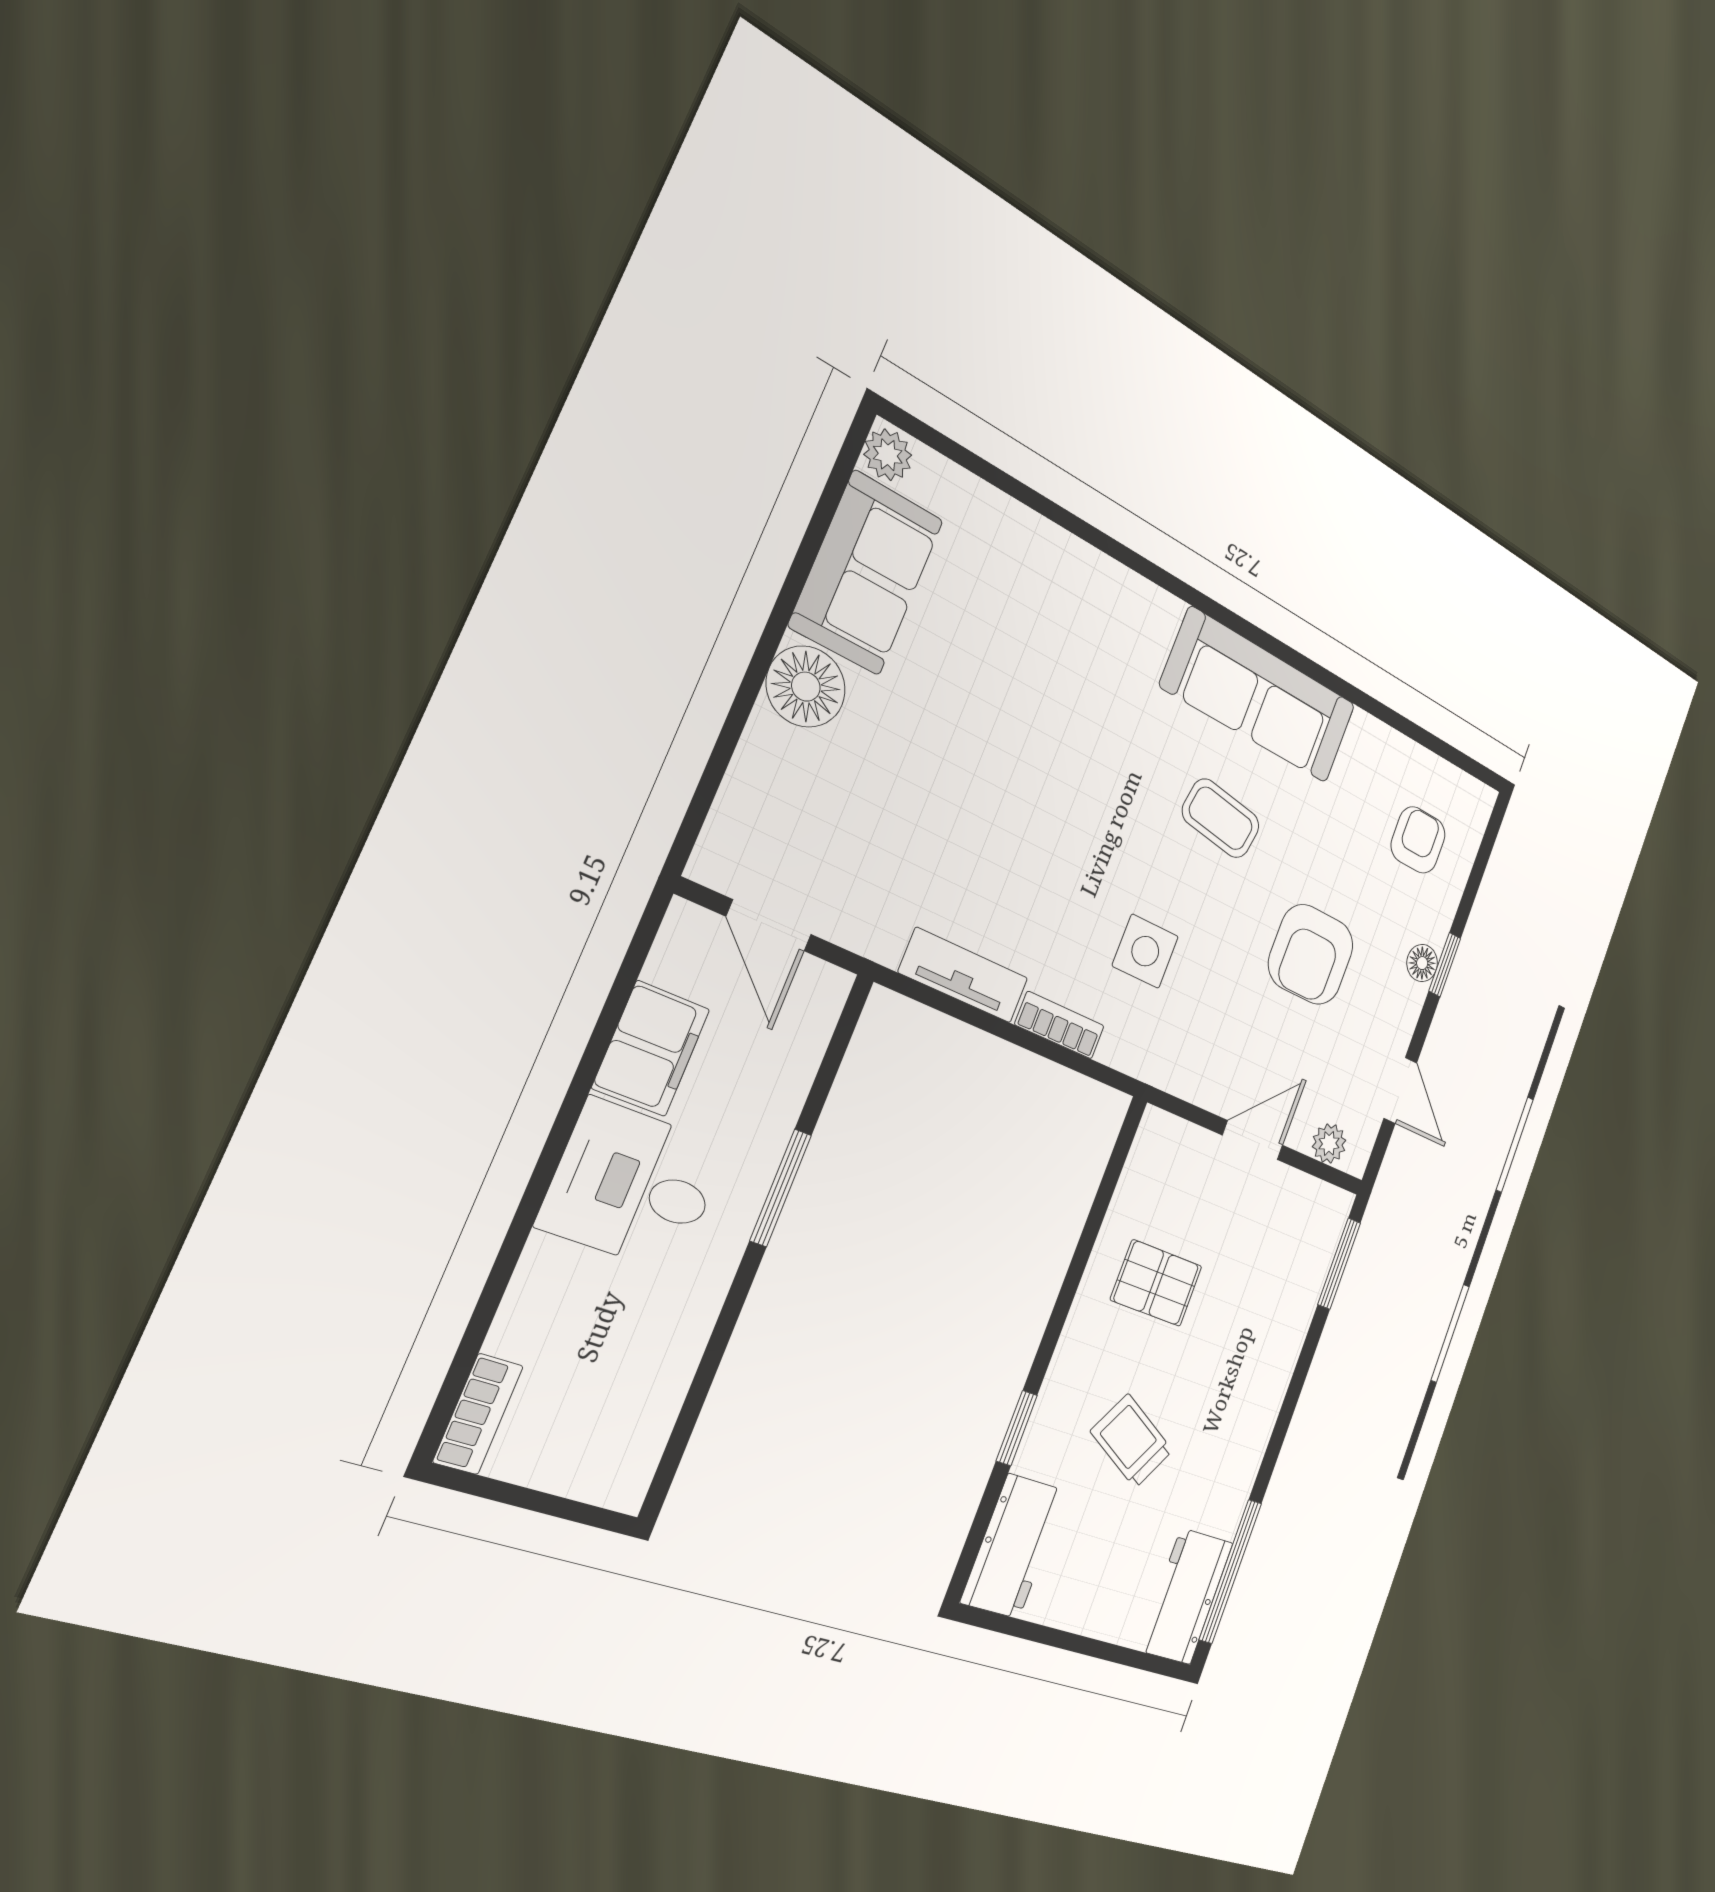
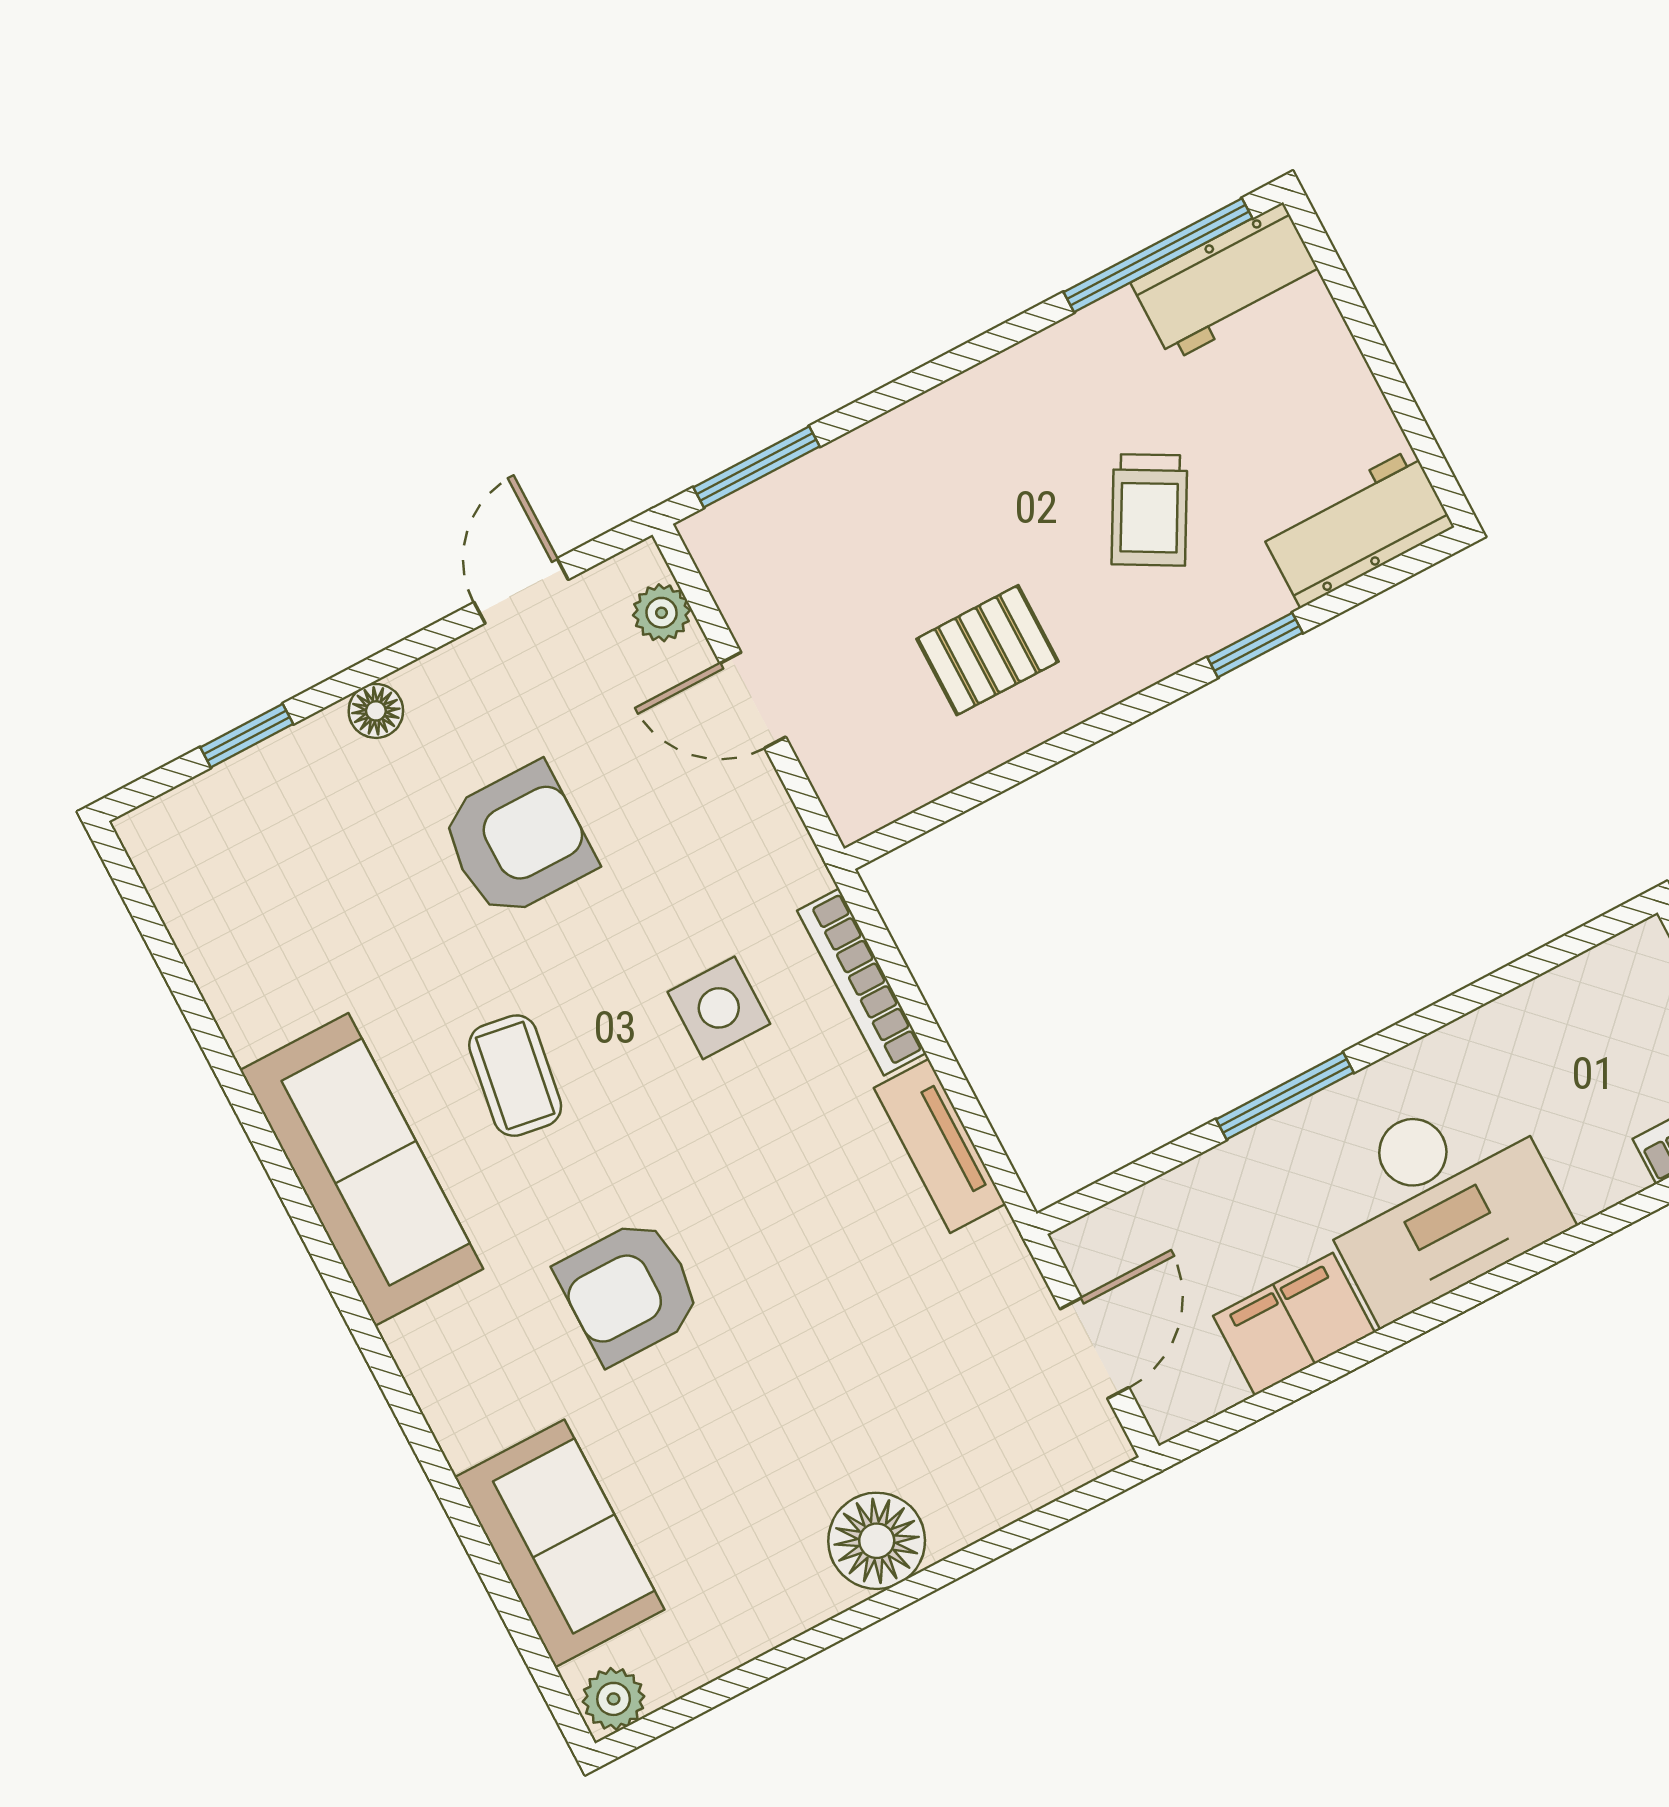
sofa: (866, 573) -> (559, 1544), moved, turned 90
armchair: (1418, 840) -> (629, 1291), moved, width x1.38, depth x1.38
window: (1445, 965) -> (247, 736), moved
bookcase: (1060, 1025) -> (862, 982), width x1.56
desk: (633, 1186) -> (1438, 1200), width x1.37
pallet: (1156, 1283) -> (987, 650), turned 90

